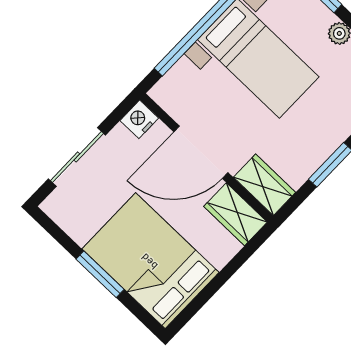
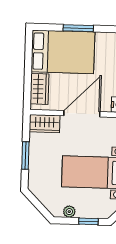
wardrobe: (235, 214) -> (39, 89), moved, turned 90

